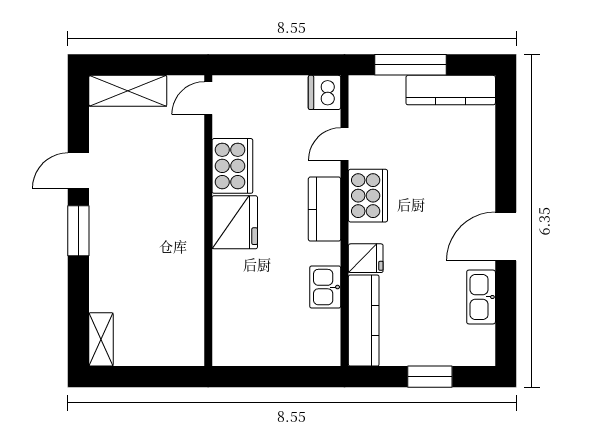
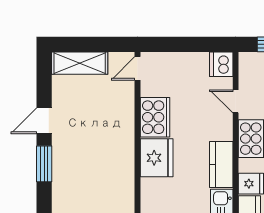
door: (345, 144) -> (236, 101), hinge flipped
kitchen counter: (324, 209) -> (221, 164), moved

